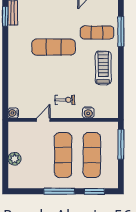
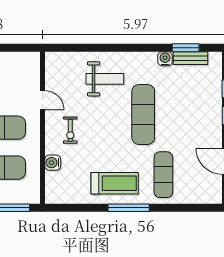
window: (121, 31) -> (129, 208), moved
weight bench: (28, 75) -> (105, 79), added
water cooler: (13, 113) -> (165, 59), moved

